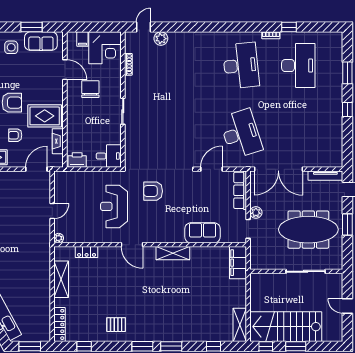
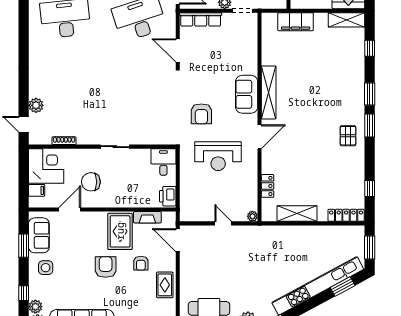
sofa: (203, 233) -> (247, 94), moved
shelving: (173, 253) -> (269, 92), width x1.47
filing cabinet: (238, 263) -> (296, 22), moved
pallet: (116, 325) -> (348, 136), moved

